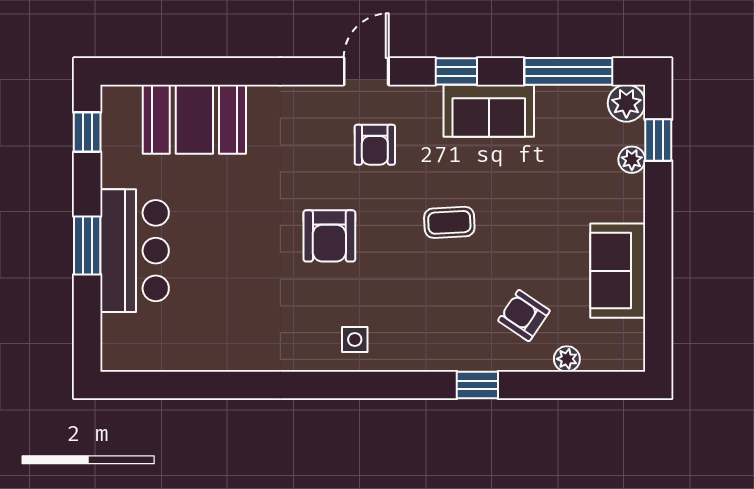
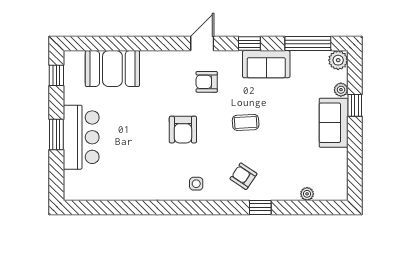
window: (658, 140) -> (355, 105), moved
armchair: (375, 145) -> (207, 82), turned 90
sofa: (618, 271) -> (334, 123), moved
armchair: (524, 316) -> (243, 176), moved

